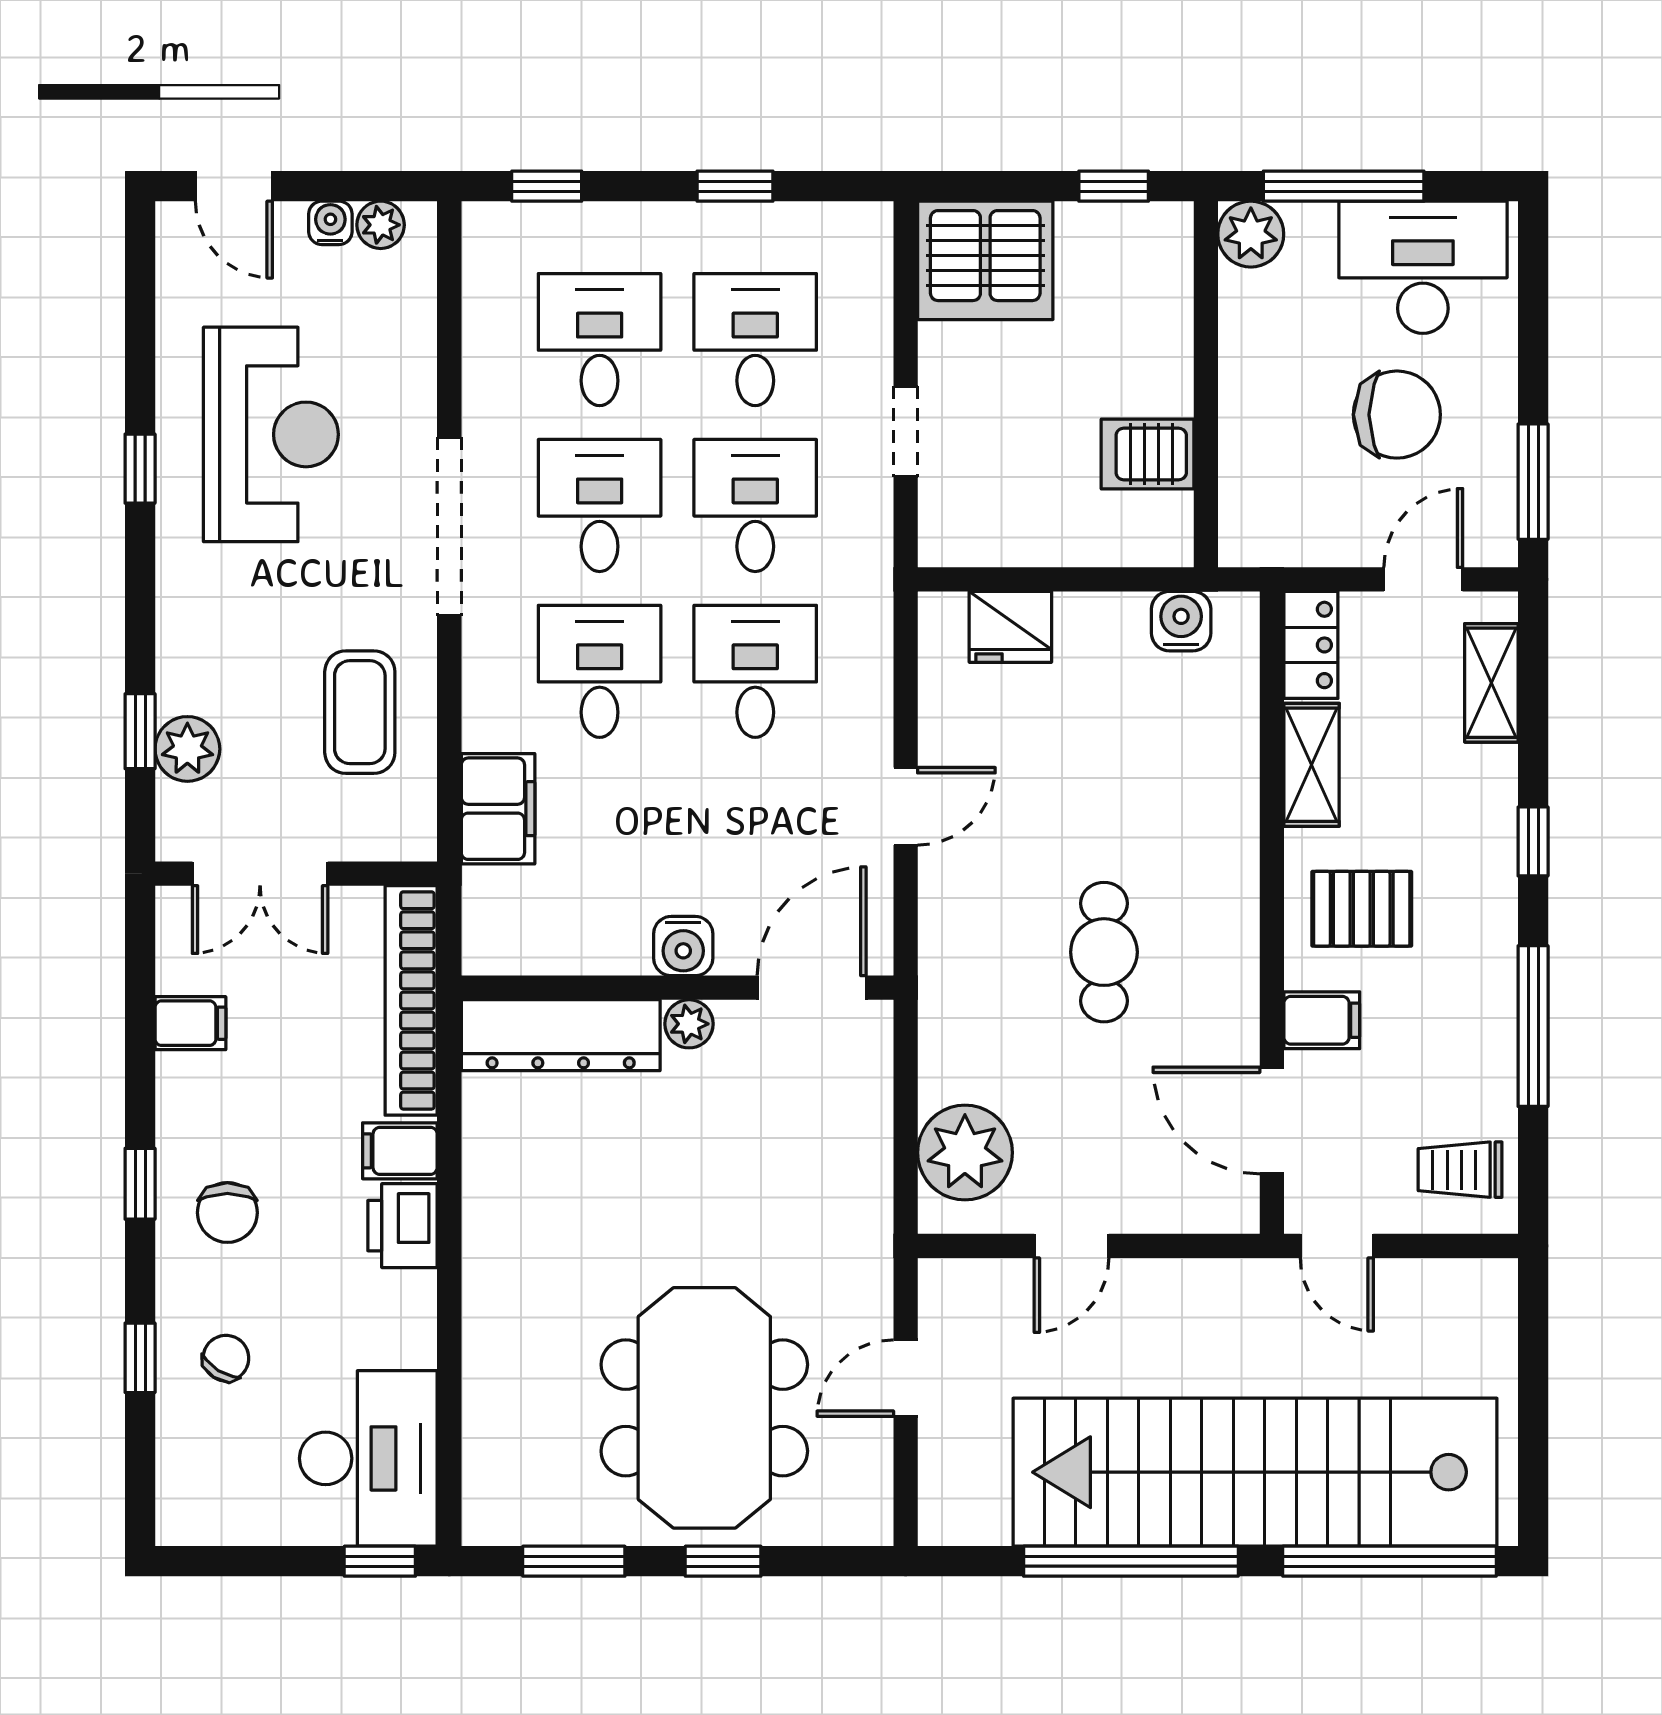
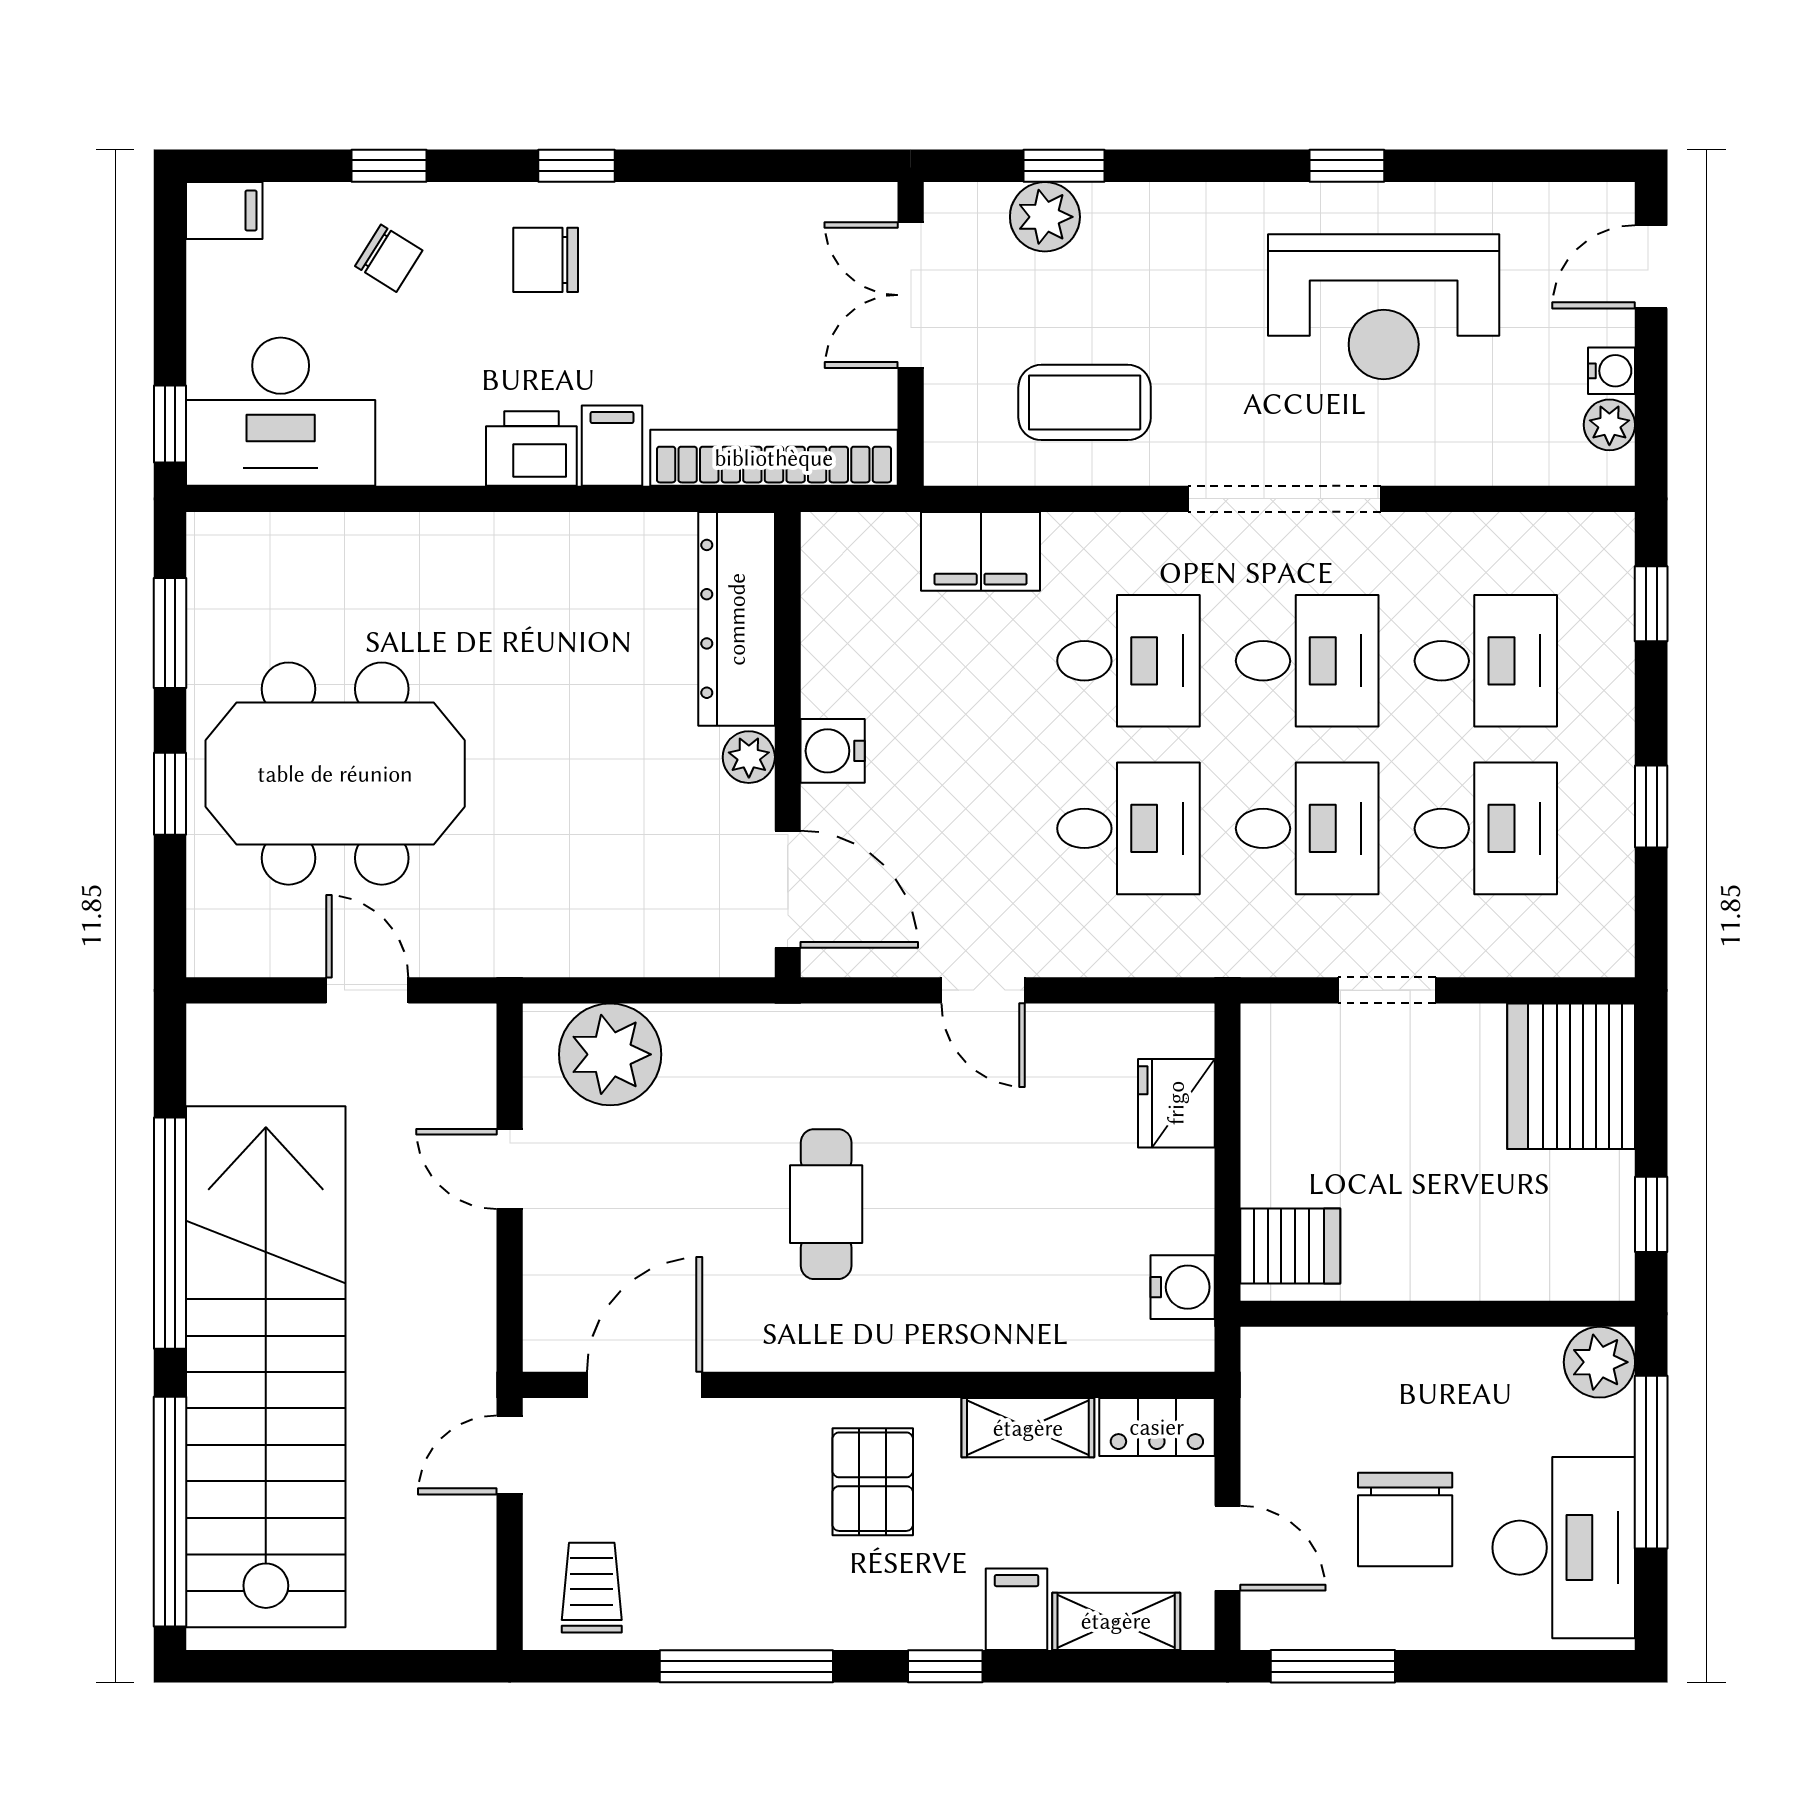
server rack: (1147, 454) -> (1290, 1246), moved, turned 90
cafe table: (1104, 952) -> (826, 1204), turned 90
filing cabinet: (1322, 1020) -> (1017, 1609), moved, turned 180
filing cabinet: (190, 1023) -> (224, 210), moved, turned -90

